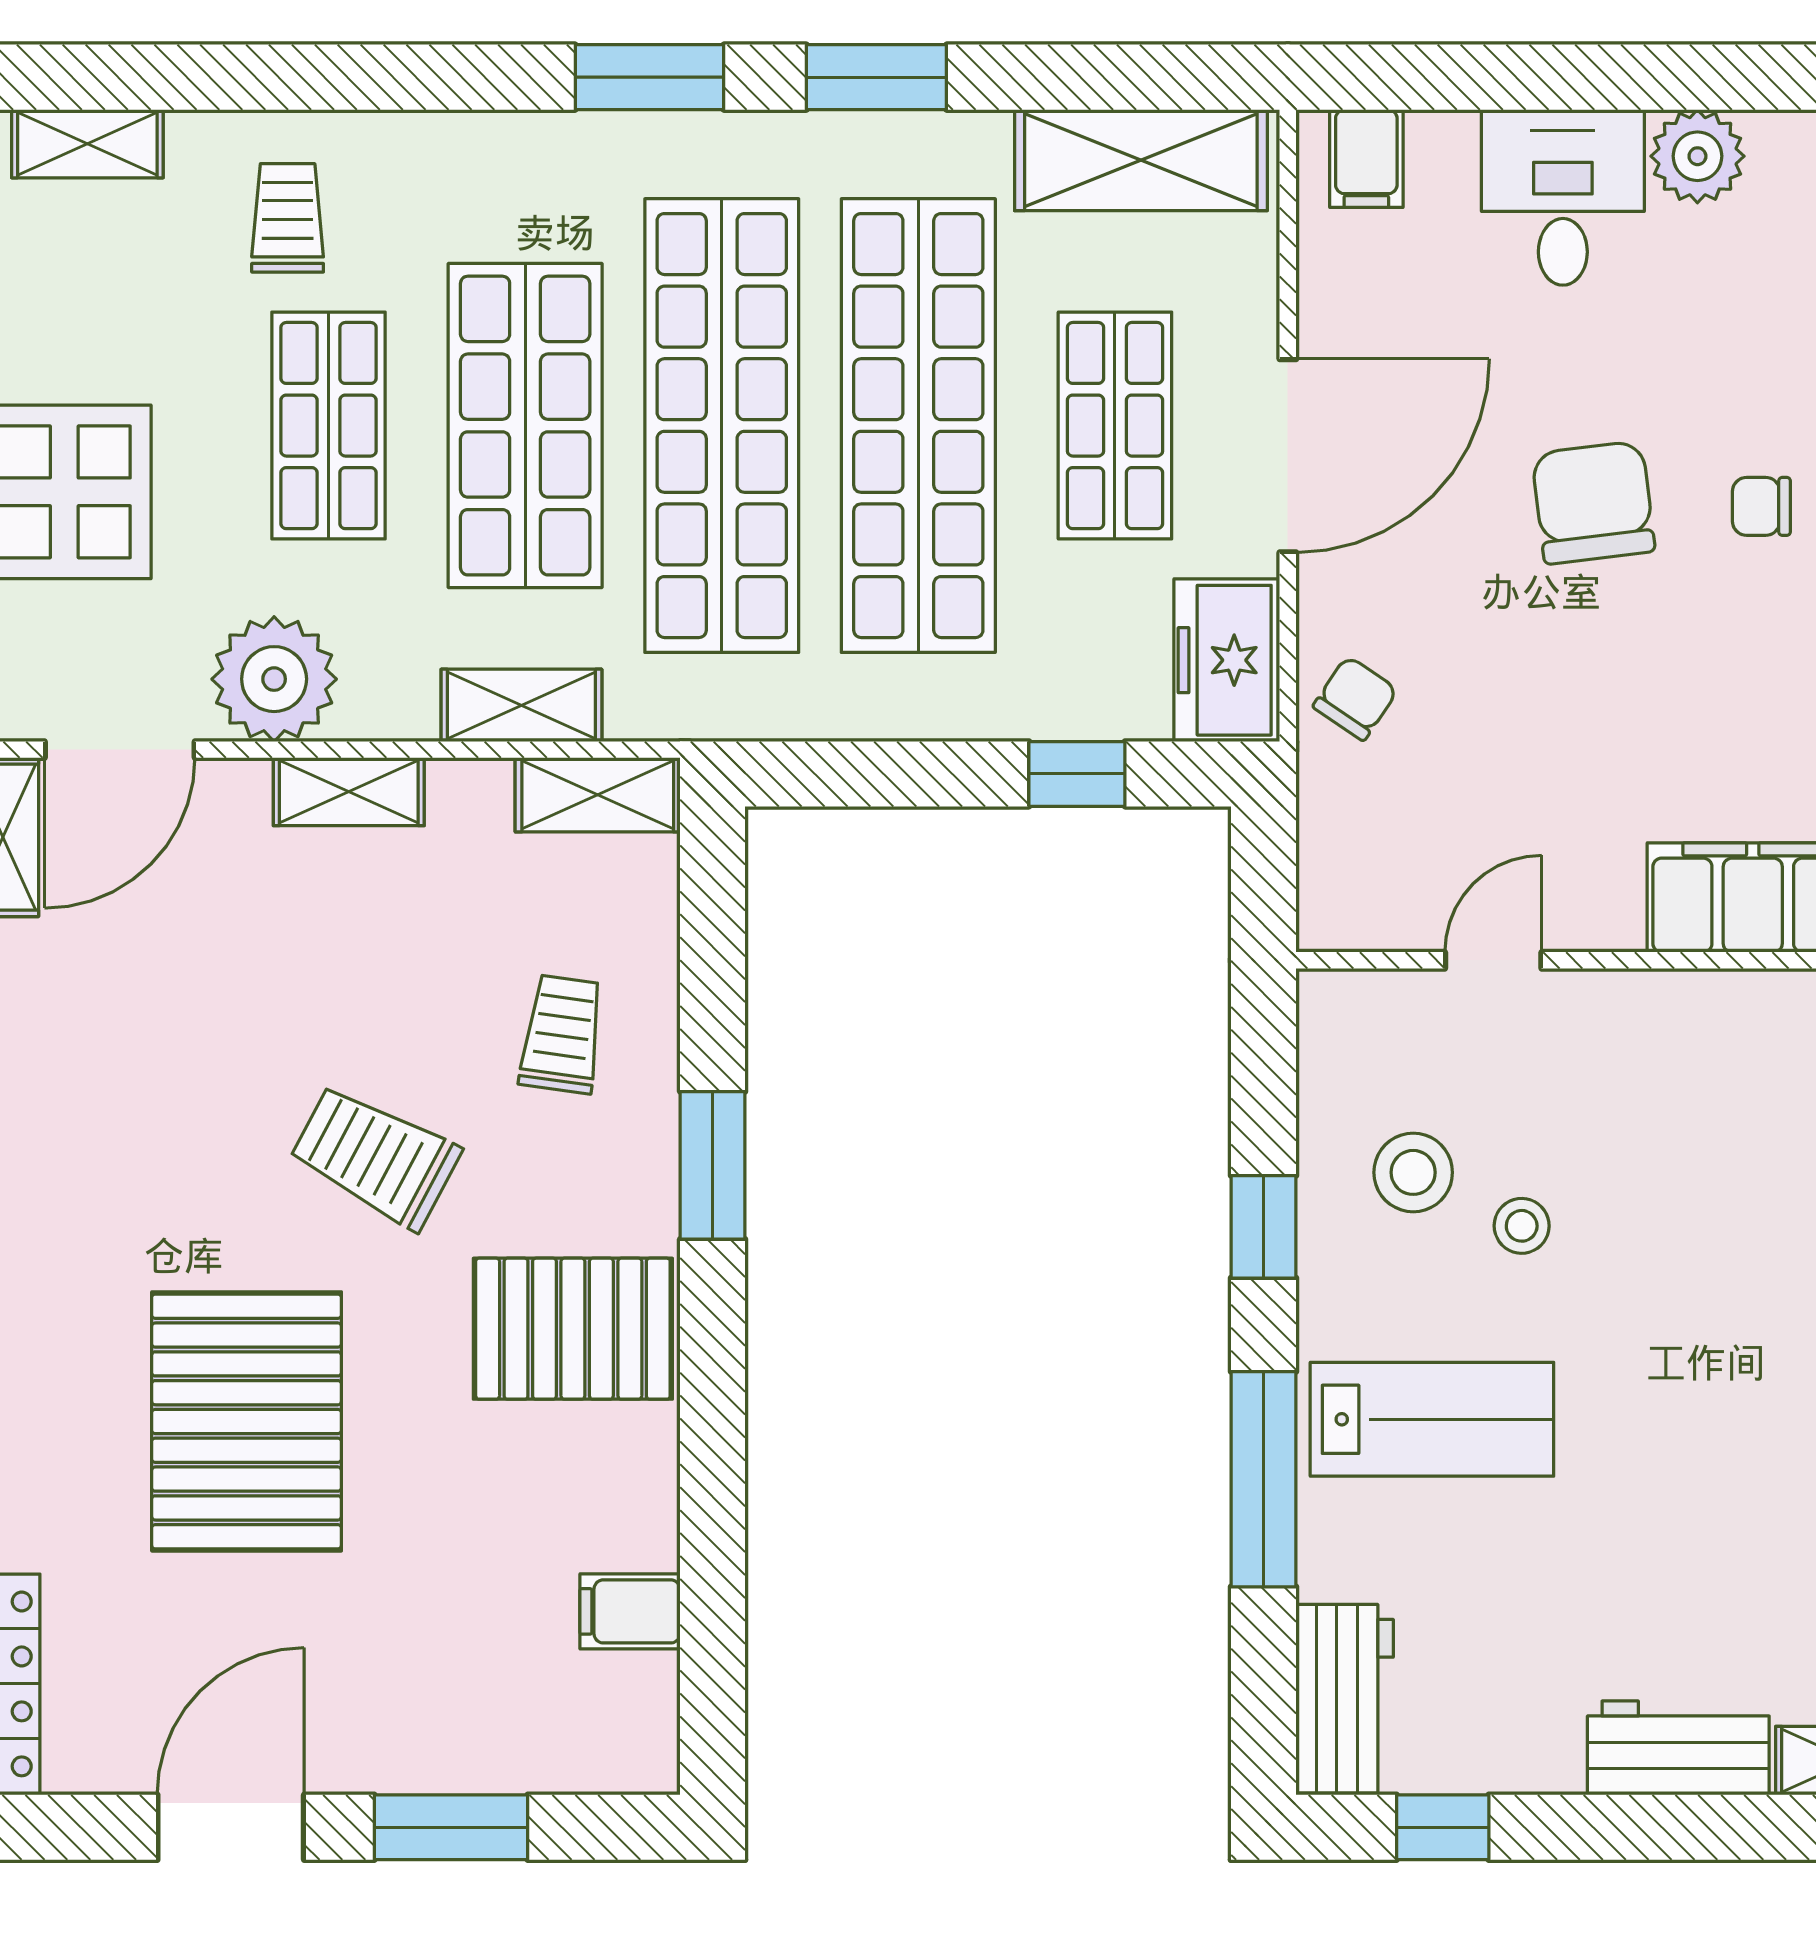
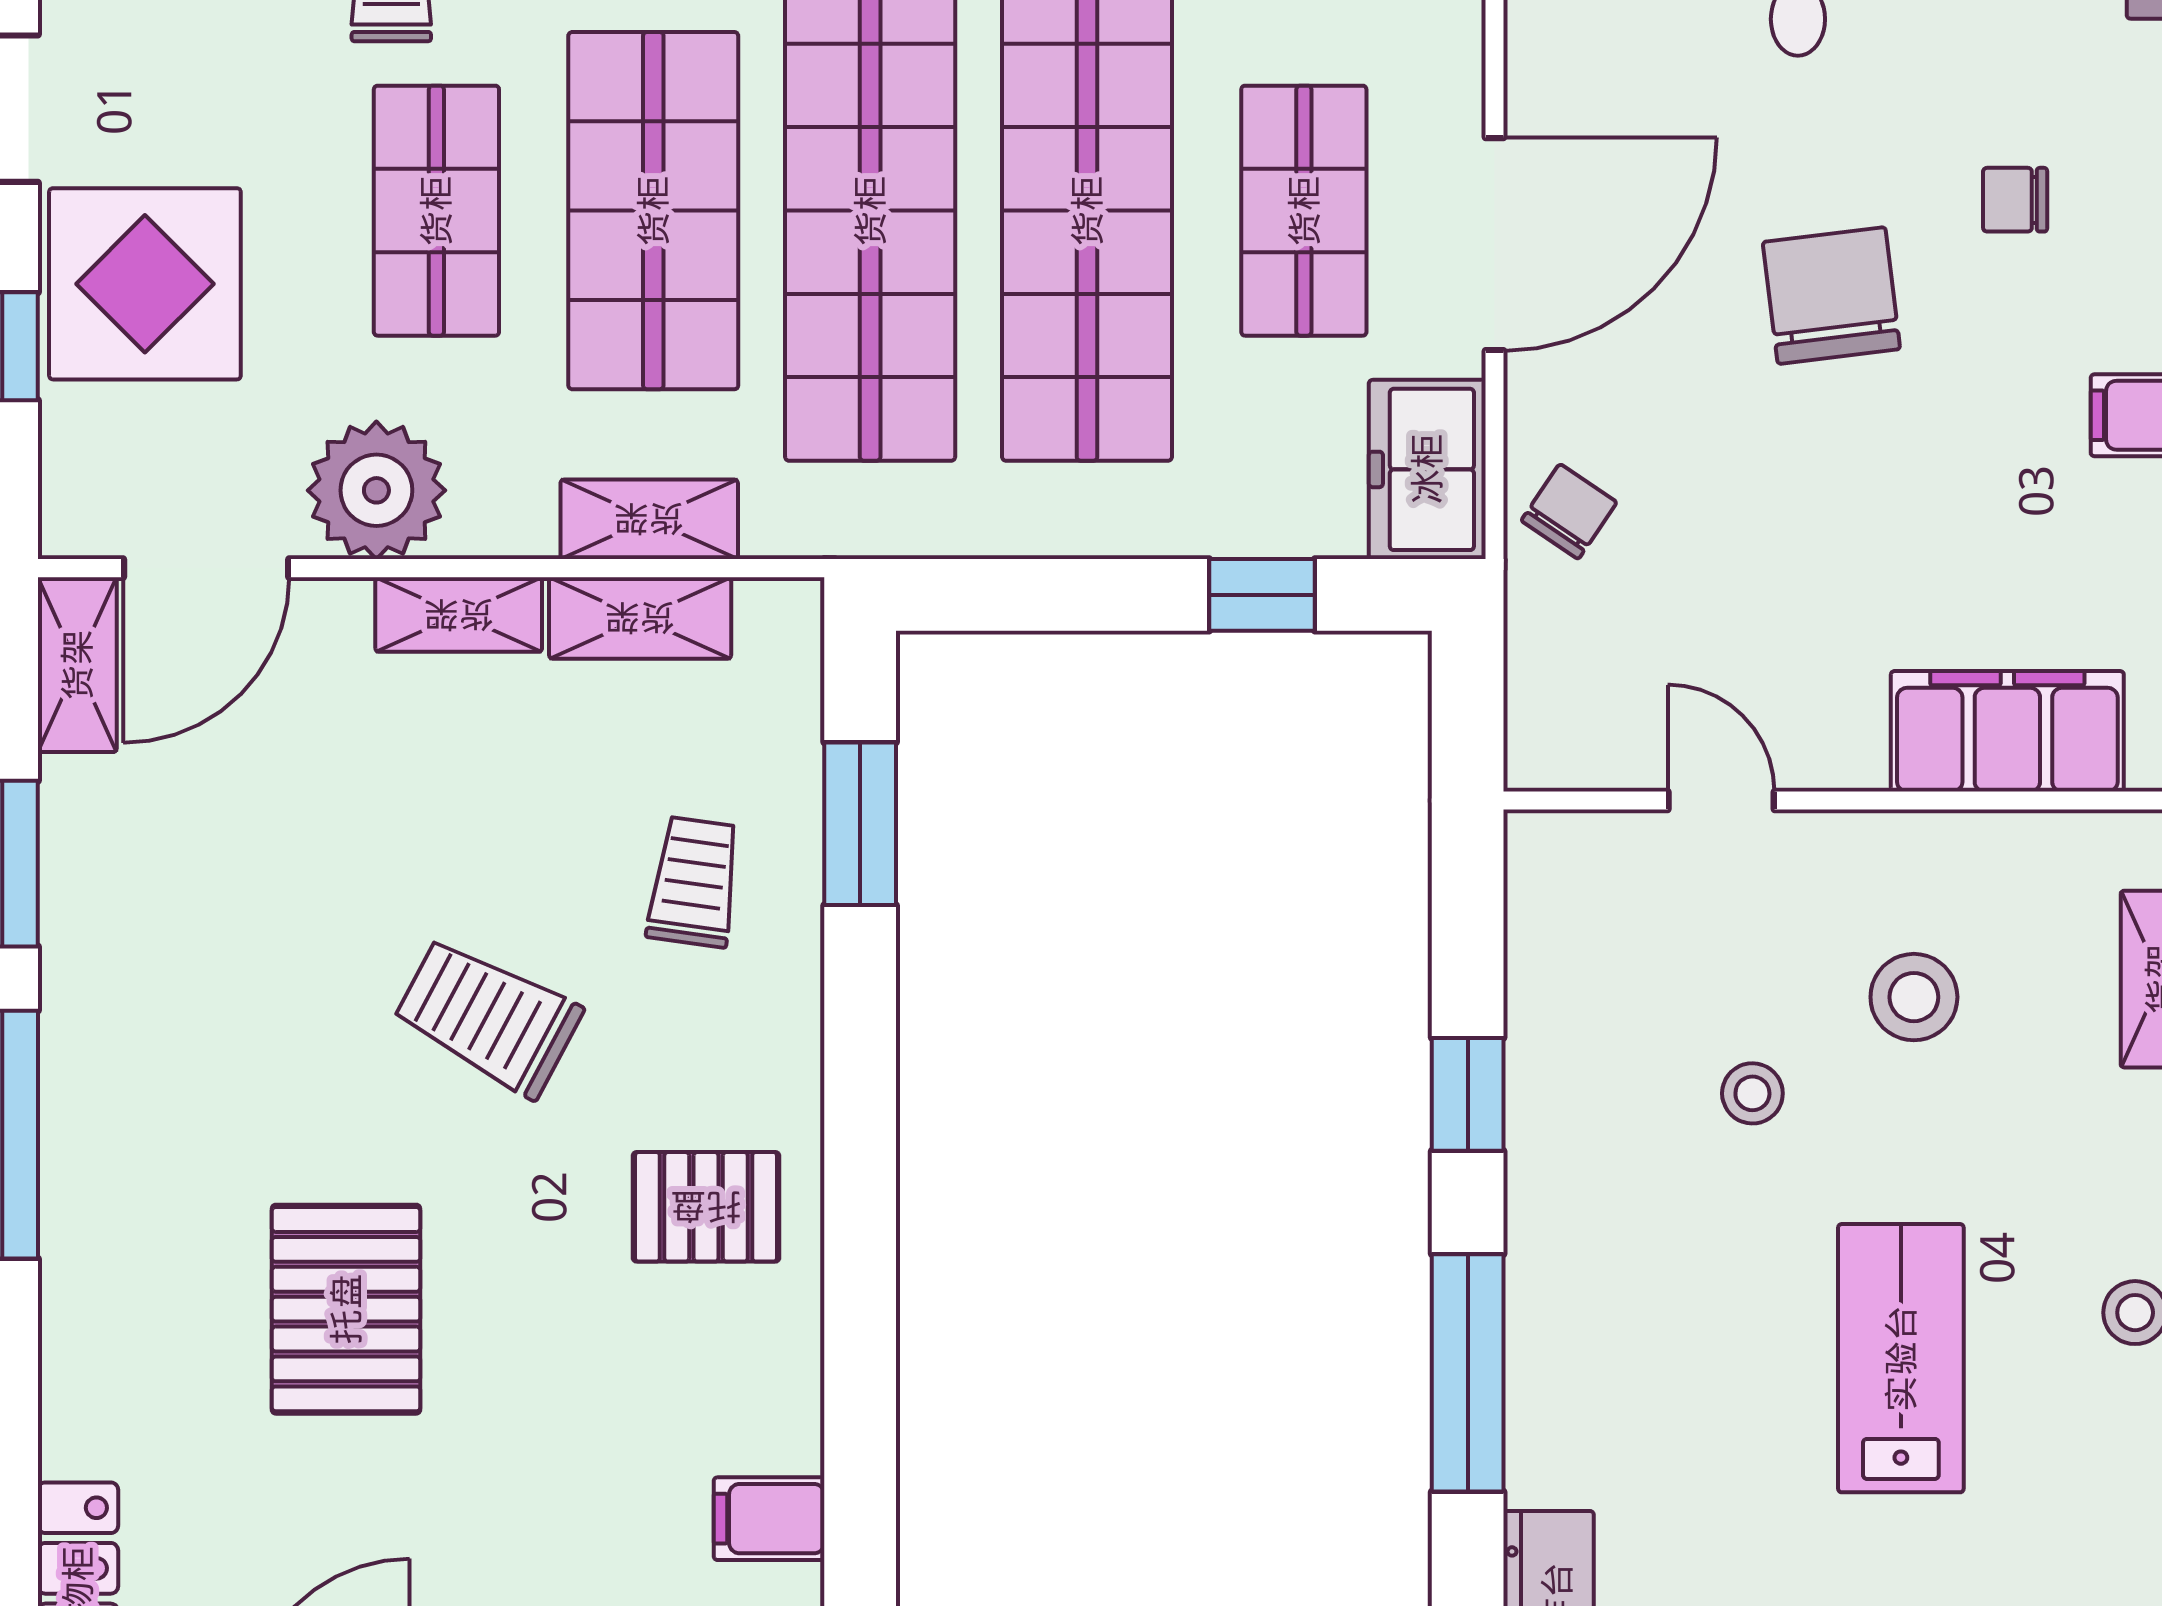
chair: (1761, 506) -> (2015, 200), moved
shelving: (598, 795) -> (640, 618), moved
door: (1493, 960) -> (1721, 800), hinge flipped
window: (713, 1165) -> (860, 824), moved
stool: (1413, 1172) -> (1914, 997), moved
pallet: (573, 1329) -> (706, 1207), width x0.67, depth x0.71
lab bench: (1432, 1419) -> (1901, 1358), moved, turned -90
pallet: (247, 1421) -> (346, 1309), width x0.73, depth x0.71

